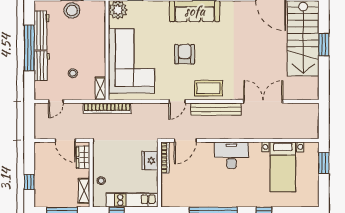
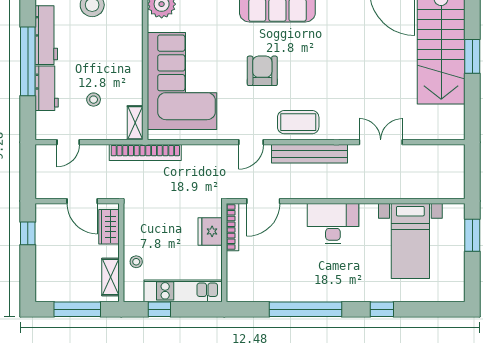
double door: (263, 101) -> (381, 142), width x0.73
window: (29, 182) -> (28, 233), moved

